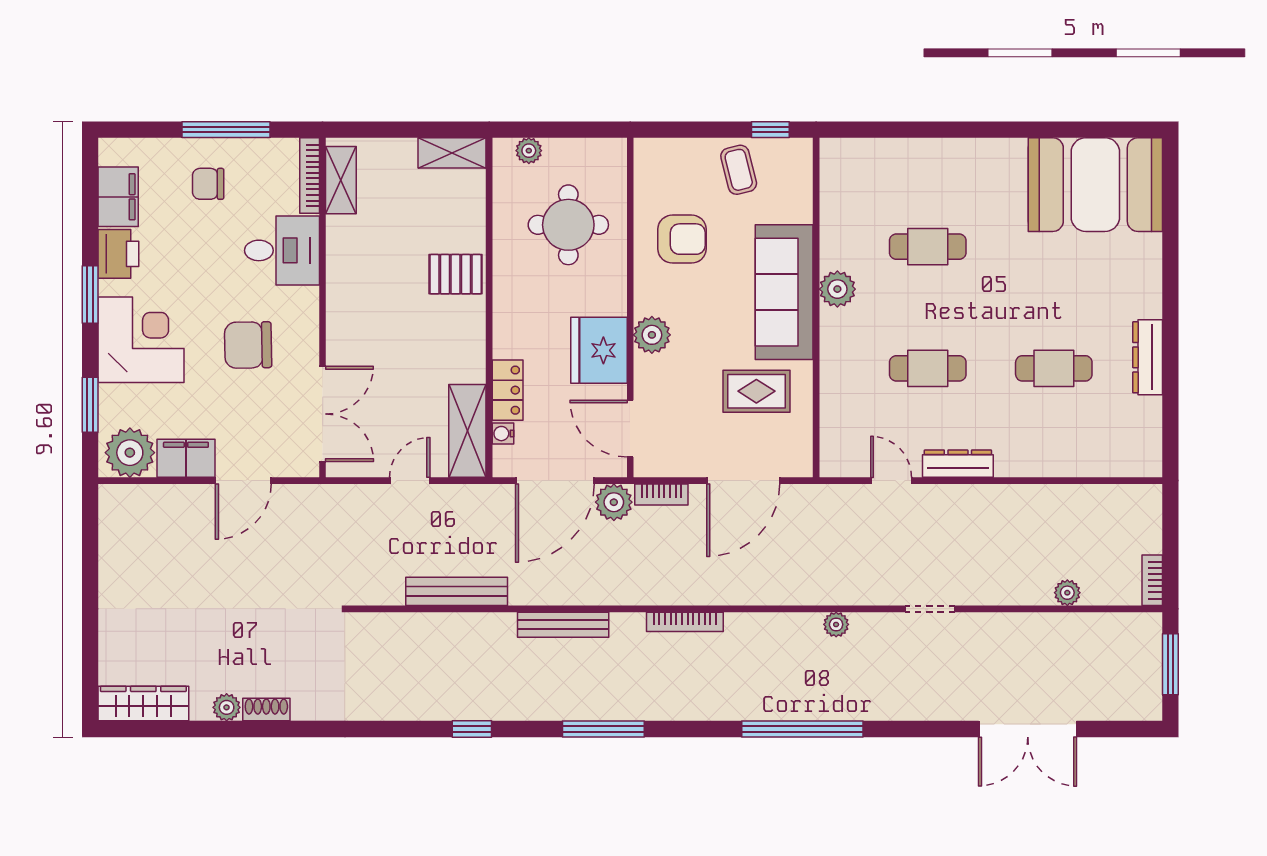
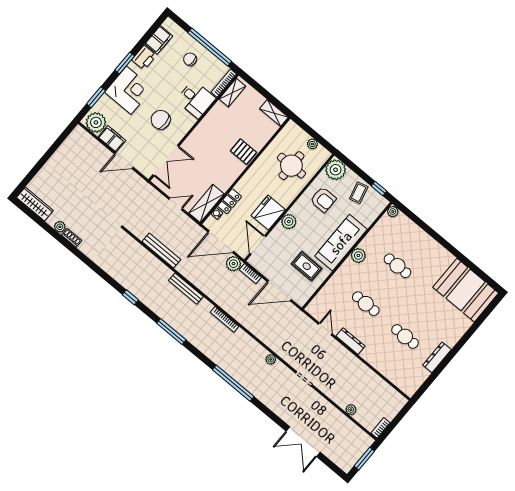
window: (226, 130) -> (210, 47), width x1.46
plant: (529, 151) -> (312, 144), moved
plant: (833, 151) -> (393, 212), added
plant: (658, 163) -> (336, 170), added

